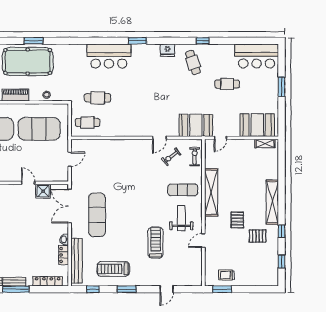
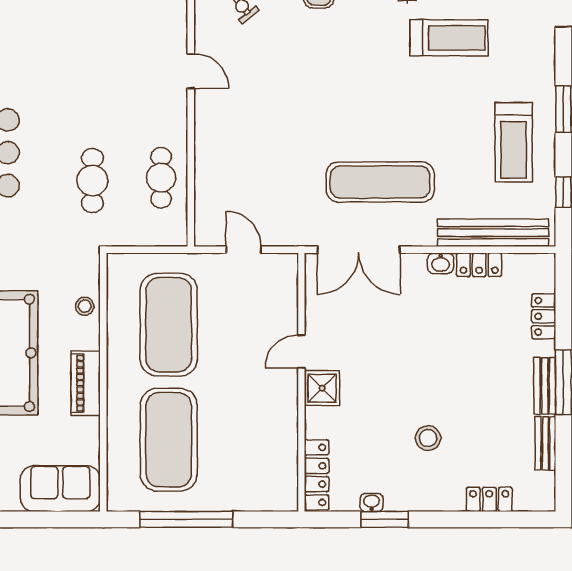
cafe table: (88, 123) -> (161, 178), moved
door: (159, 138) -> (191, 71), moved
shower: (43, 191) -> (322, 388), moved
treadmill: (156, 243) -> (449, 38), turned 180
locker: (48, 281) -> (544, 316), width x0.66

